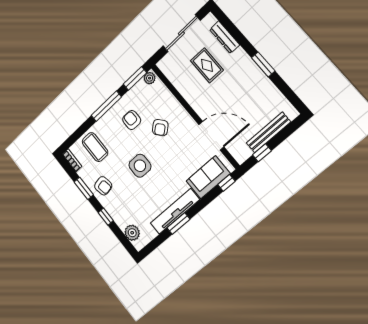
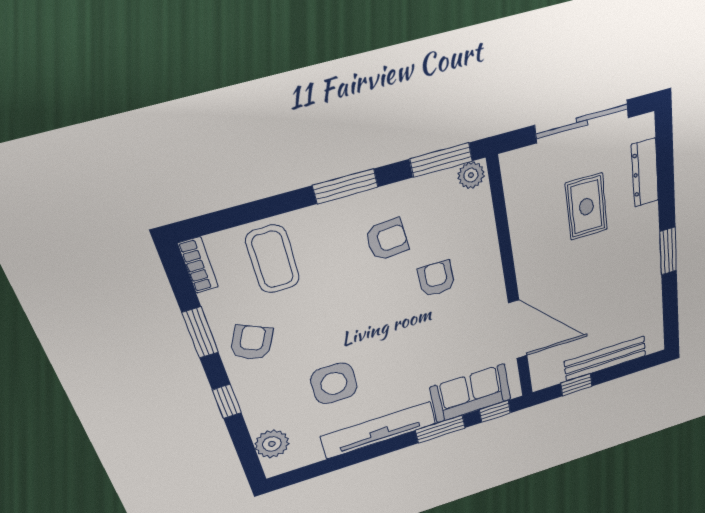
window: (106, 106) -> (345, 186), width x0.69
armchair: (132, 120) -> (387, 240), turned 85
armchair: (160, 128) -> (436, 279), turned 130
side table: (140, 166) -> (334, 383), moved
armchair: (103, 186) -> (252, 343), turned -143
window: (178, 224) -> (440, 429), moved

